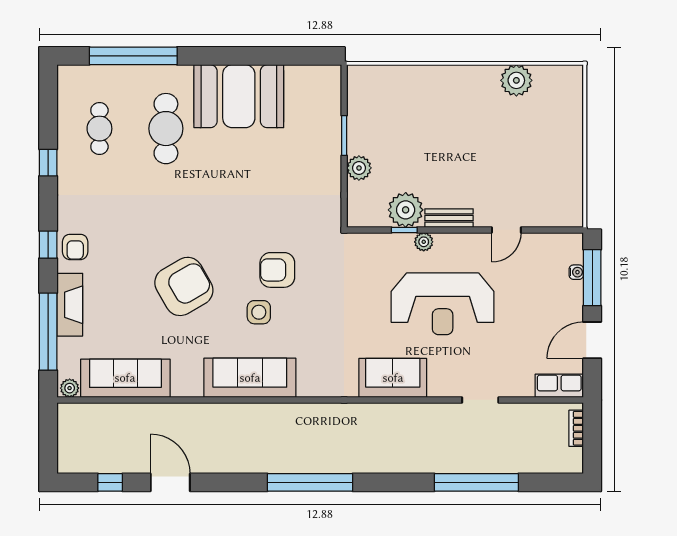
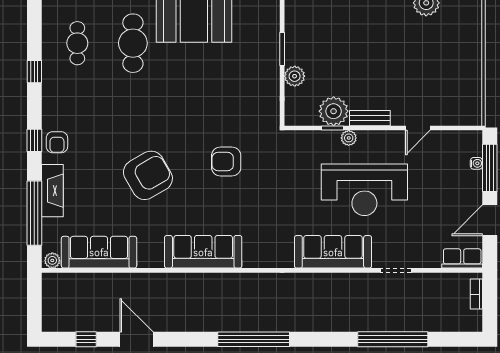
side table: (259, 312) -> (211, 197), removed
sofa: (393, 378) -> (333, 252), width x1.36

